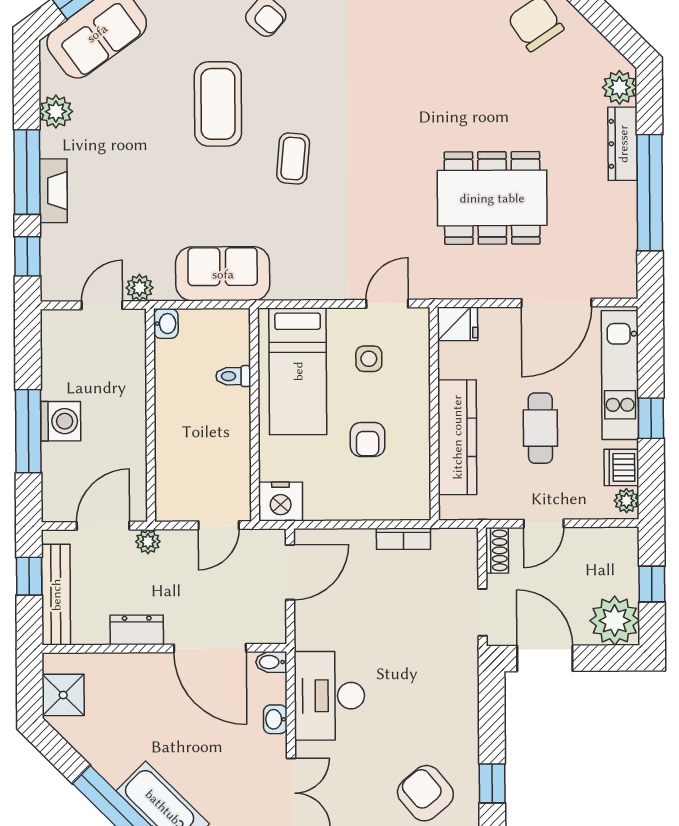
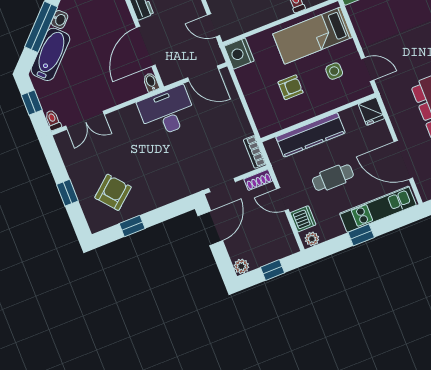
armchair: (368, 440) -> (291, 87), turned 180
dishwasher: (621, 467) -> (303, 219), moved, turned 90
bookcase: (403, 539) -> (255, 152), moved
plant: (615, 621) -> (241, 266), width x0.53, depth x0.53
desk: (329, 696) -> (167, 112), moved
washbasin: (275, 719) -> (60, 20), moved, turned 135

